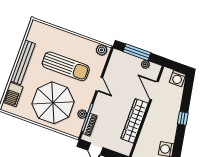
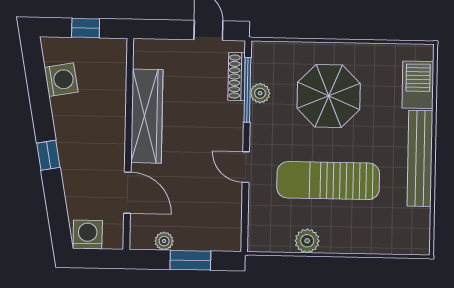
plant: (102, 50) -> (307, 241), moved
window: (137, 52) -> (190, 260), width x0.69
parasol: (53, 103) -> (329, 96), width x0.73, depth x0.73

